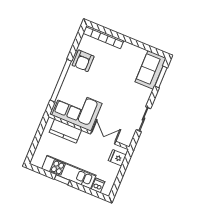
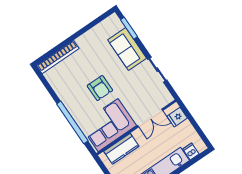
armchair: (83, 61) -> (100, 88), moved
sofa: (151, 70) -> (127, 49), moved
double door: (103, 138) -> (150, 118), swing flipped

